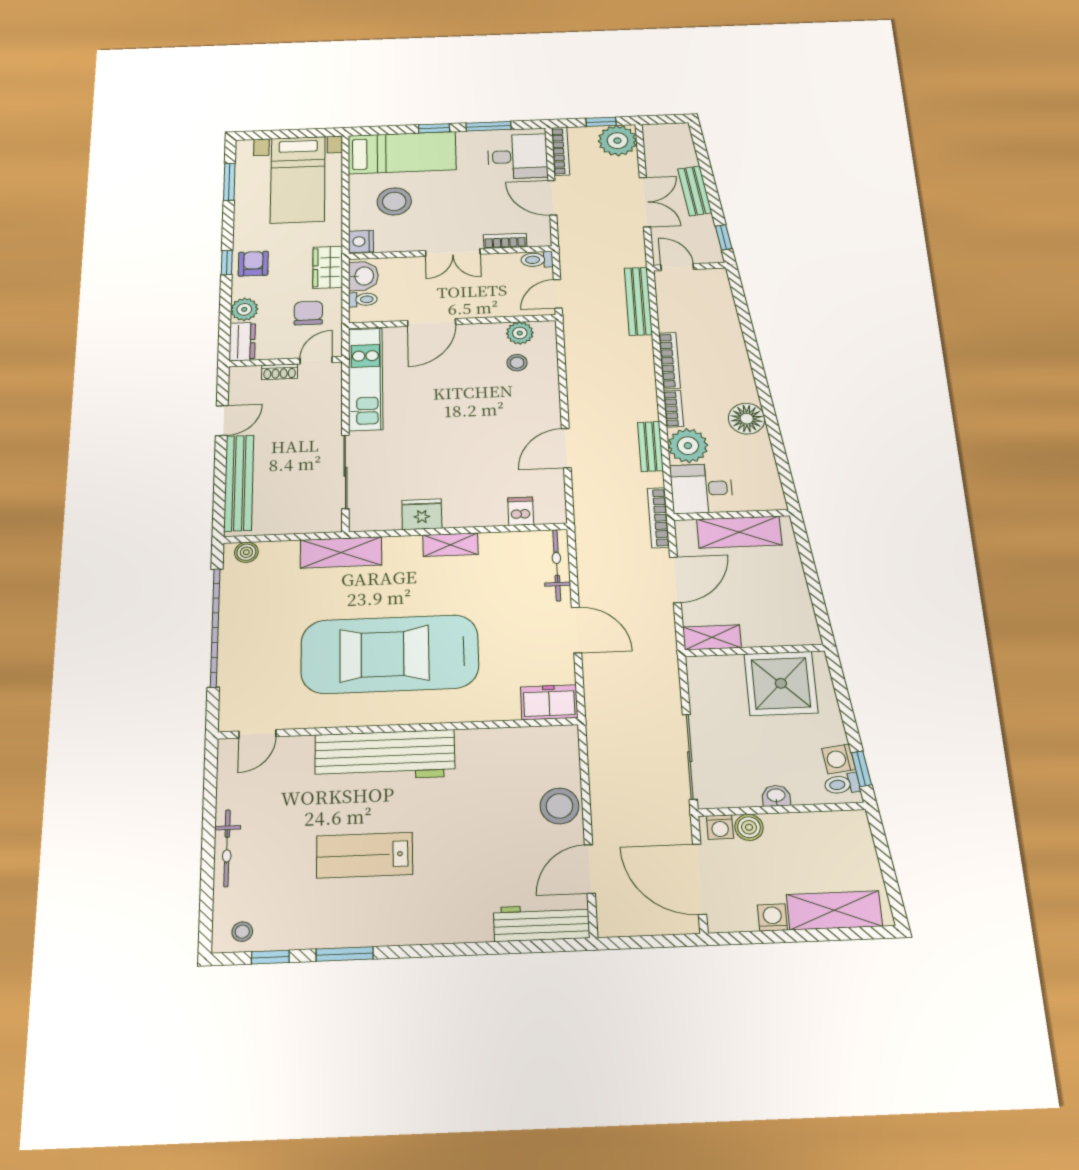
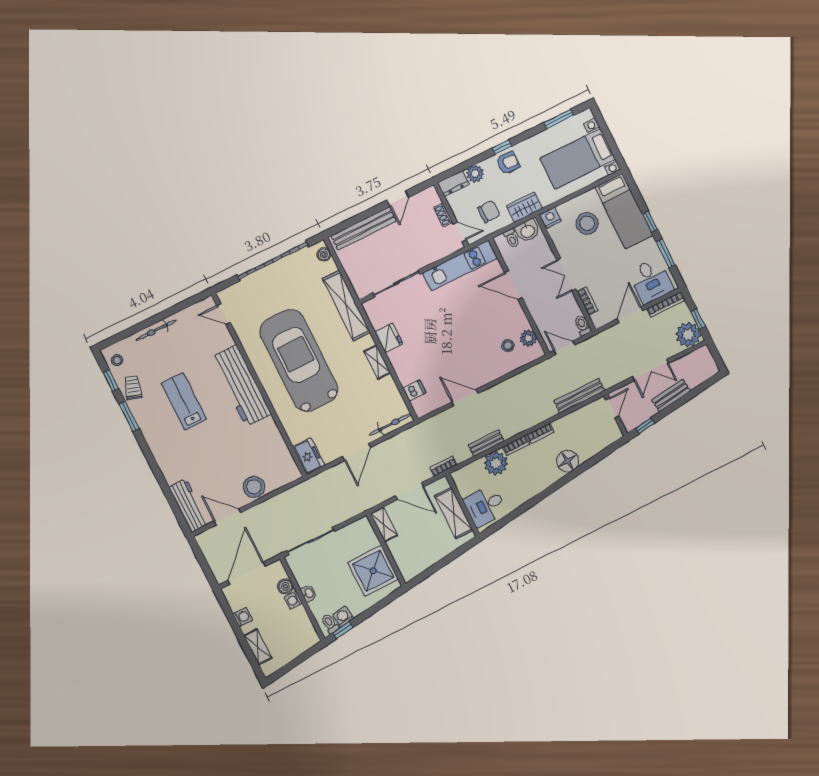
bookcase: (669, 361) -> (540, 433), width x0.64
floor lamp: (747, 419) -> (568, 461), moved
door: (222, 421) -> (398, 199), hinge flipped
desk: (702, 489) -> (485, 506), moved, turned -90
bookcase: (658, 518) -> (443, 466), width x0.64
shelving: (341, 552) -> (346, 306), width x1.47
washing machine: (720, 827) -> (293, 600), moved
shelving: (834, 910) -> (258, 647), width x0.67, depth x0.75
trolley: (301, 927) -> (133, 388), added

